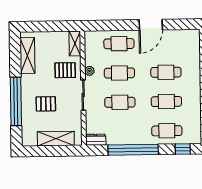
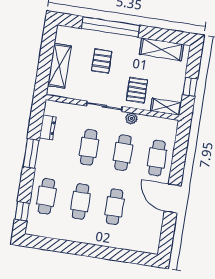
window: (55, 26) -> (190, 87), added
dresser: (96, 140) -> (48, 127), moved
window: (133, 150) -> (31, 153), width x0.47

